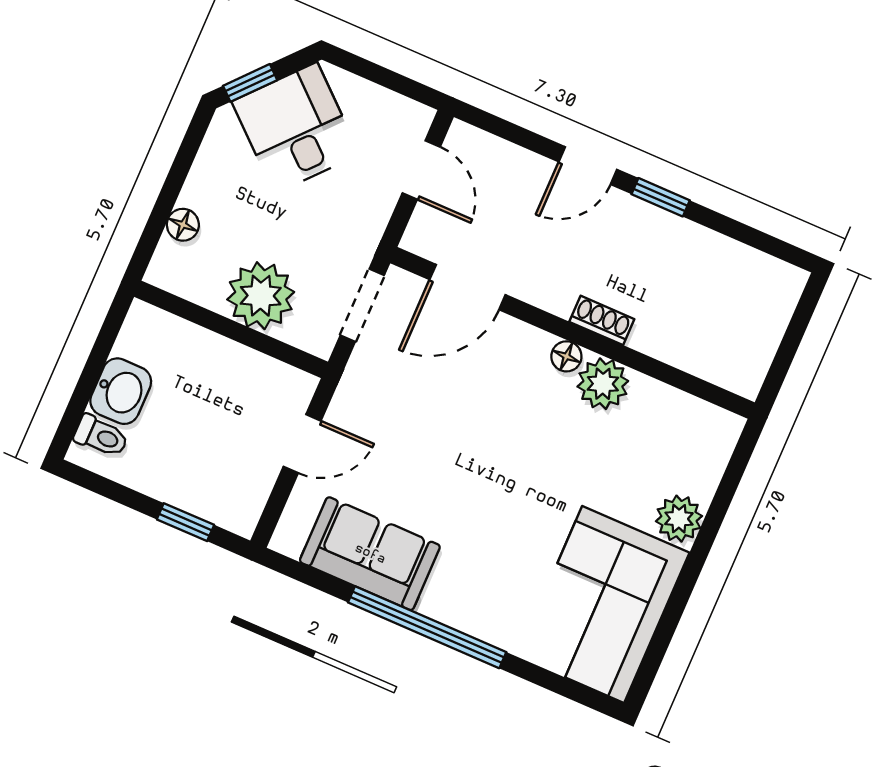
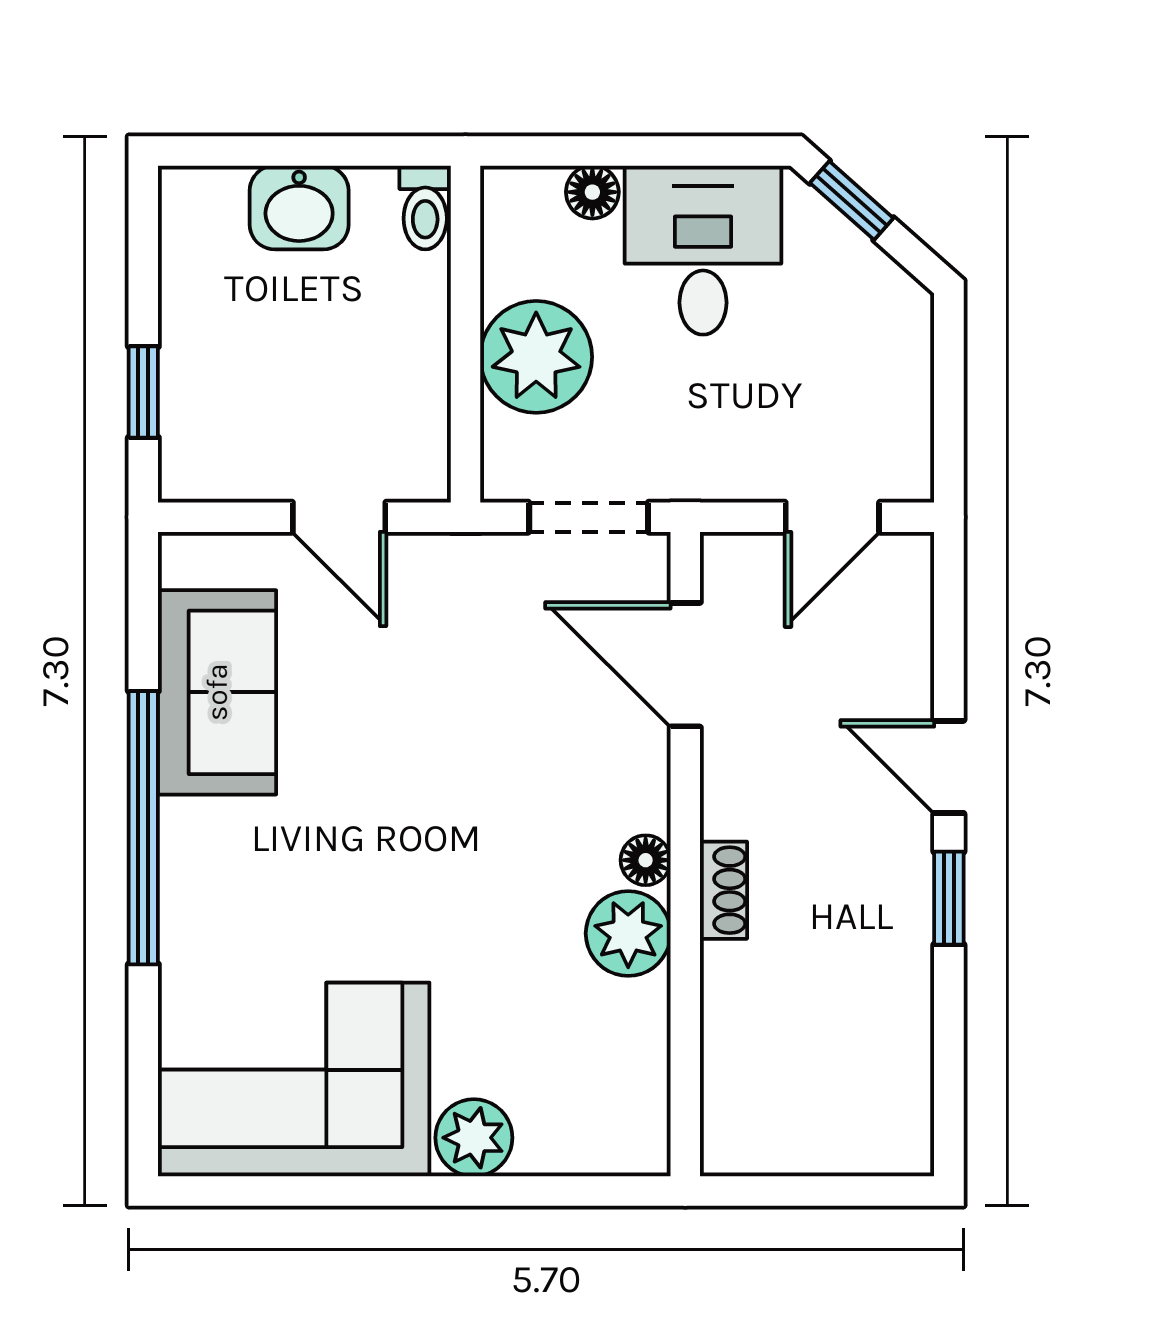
desk: (296, 128) -> (703, 250), moved, turned -42
toilet: (101, 436) -> (425, 208), moved

